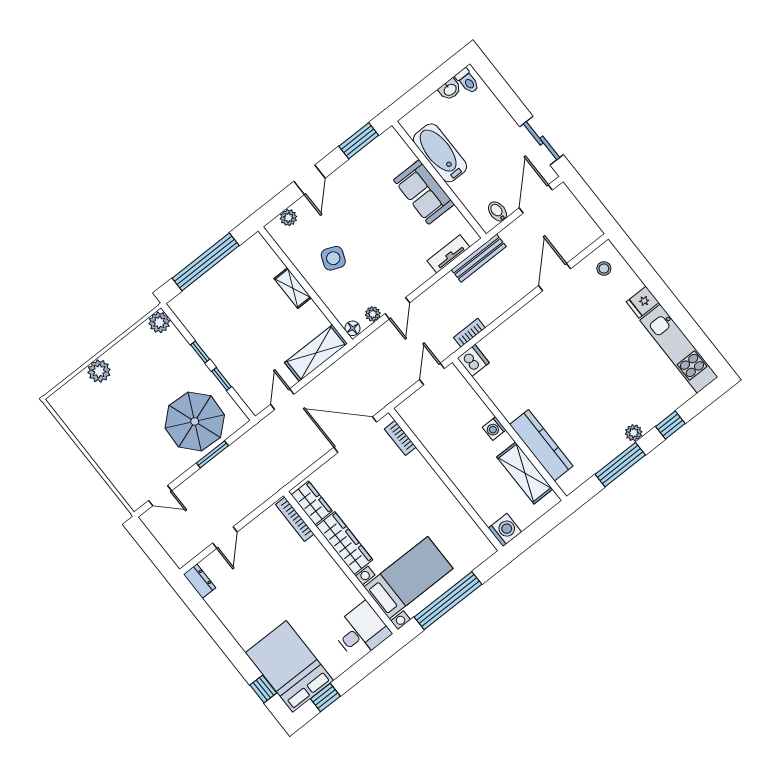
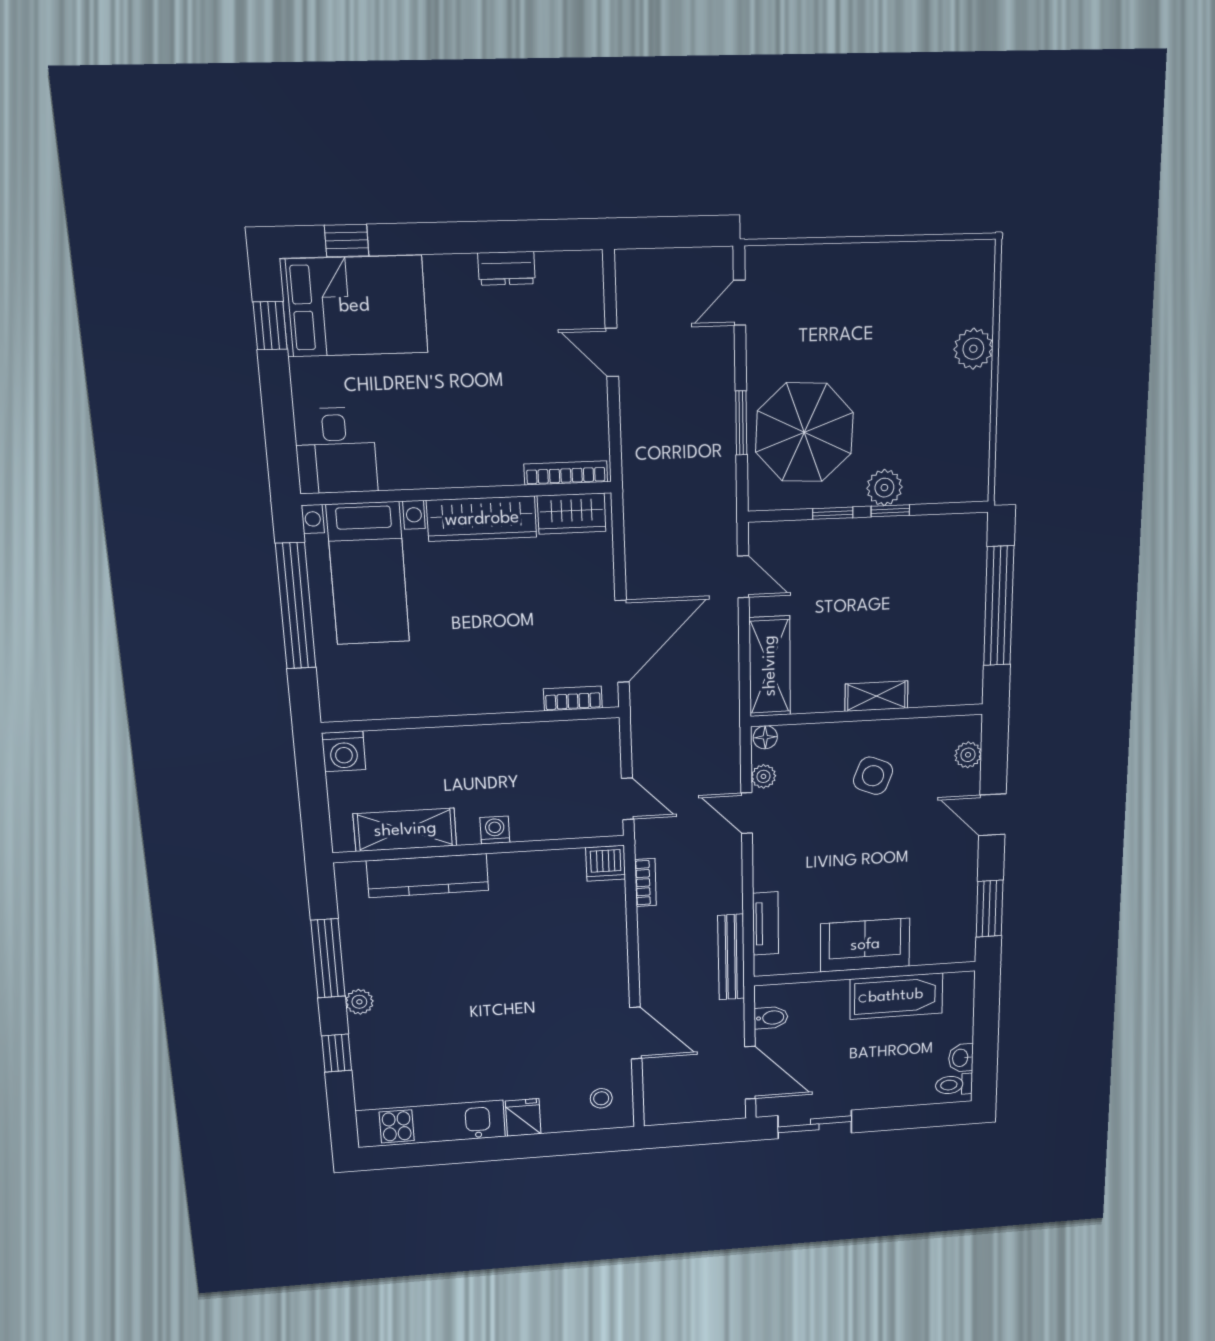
plant: (159, 322) -> (884, 488), moved
dresser: (199, 581) -> (507, 268), moved

